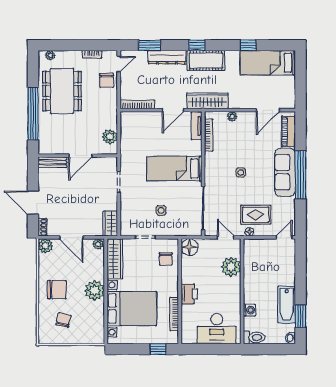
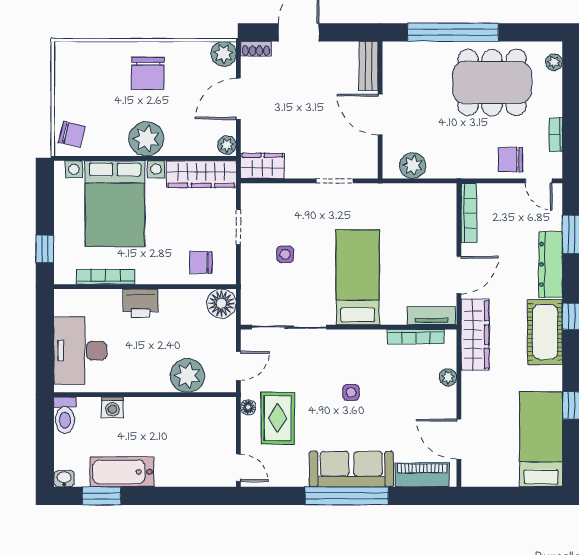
door: (173, 110) -> (459, 275), swing flipped
chair: (63, 320) -> (72, 134), moved

